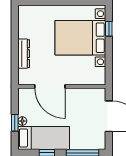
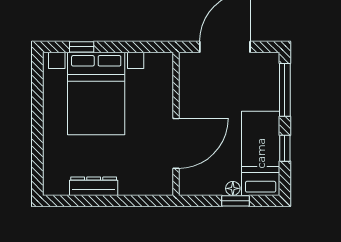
dresser: (24, 54) -> (94, 186), moved

